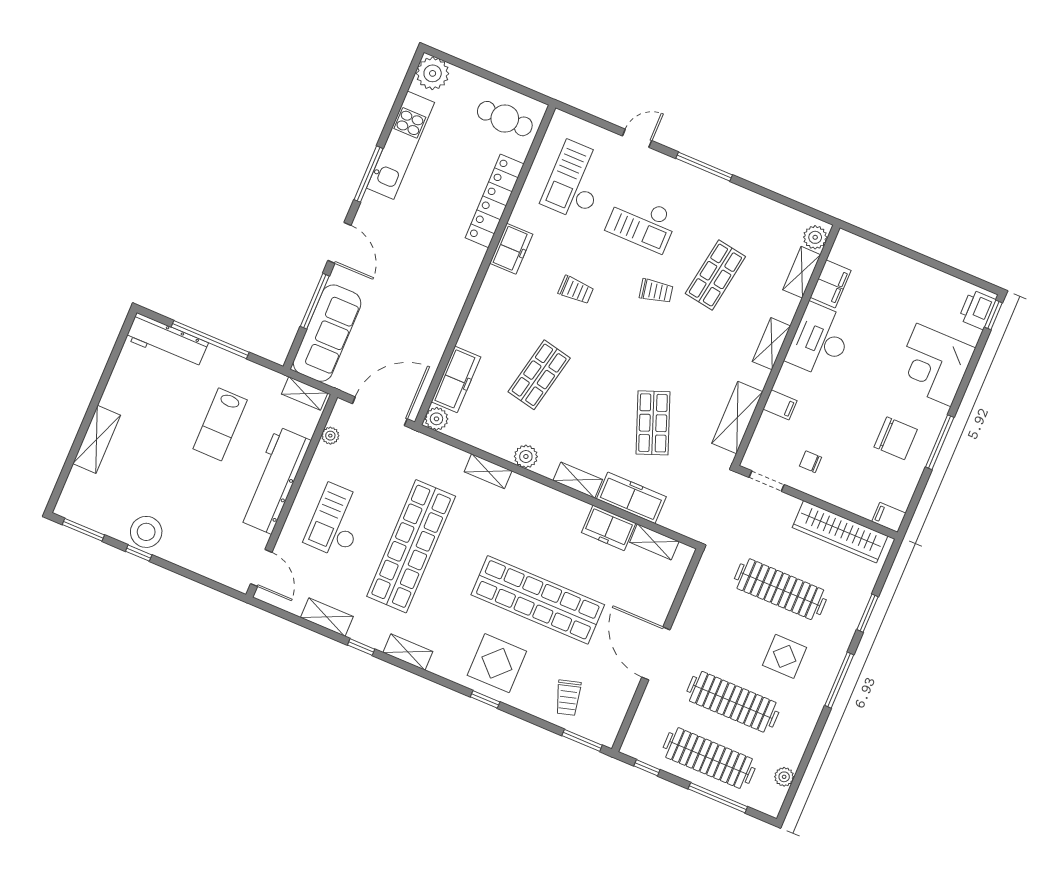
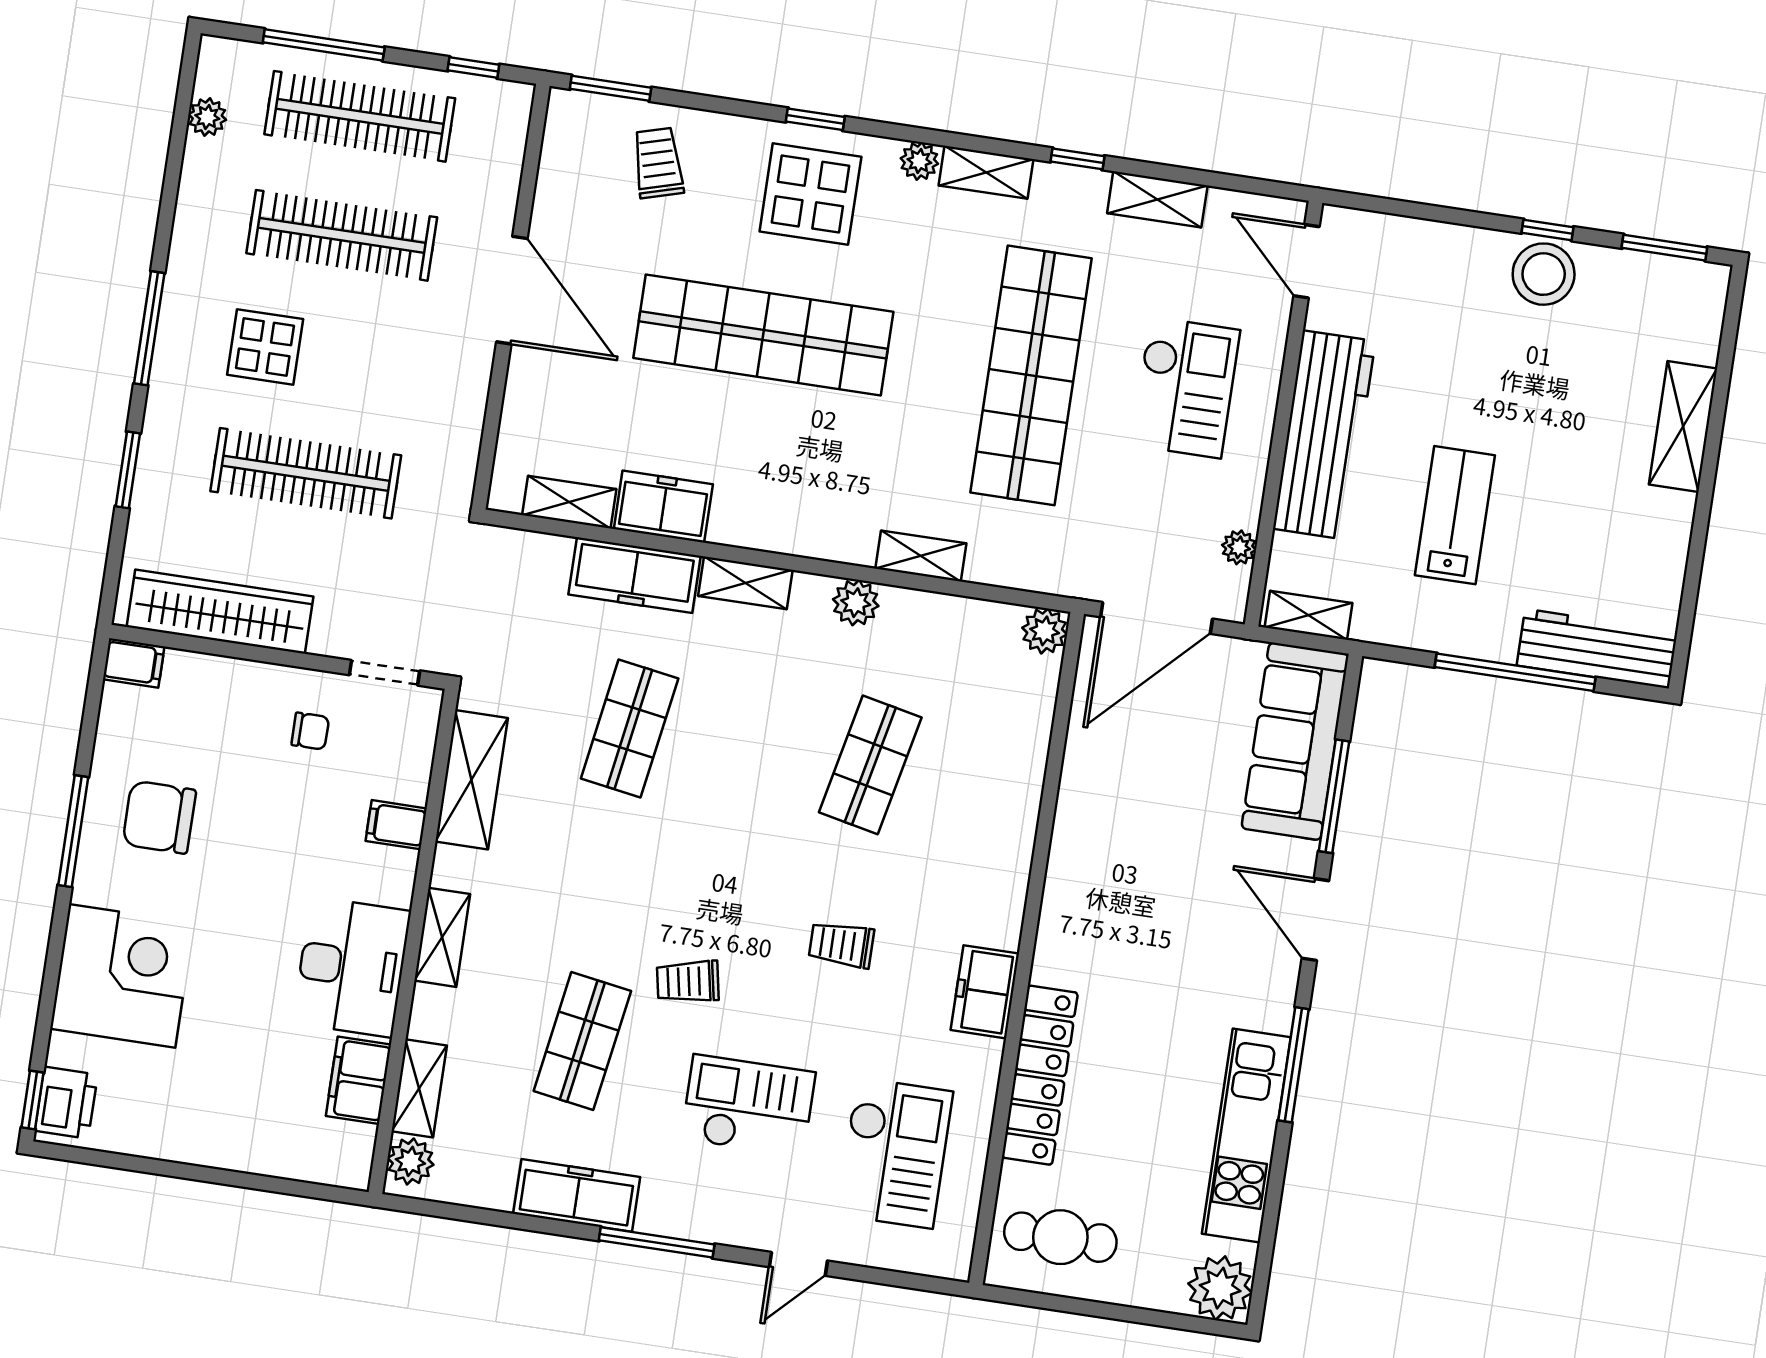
freezer: (456, 379) -> (577, 1195), moved, turned 90
shop shelf: (653, 423) -> (630, 728), turned 30
plant: (439, 666) -> (919, 161), added

